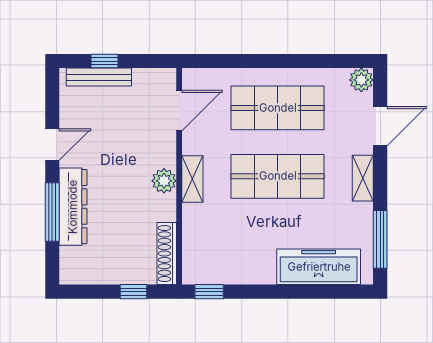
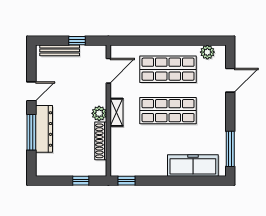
window: (104, 61) -> (77, 41), moved
plant: (361, 80) -> (207, 52), moved
shelving: (363, 178) -> (220, 112), removed
shoe rack: (167, 254) -> (101, 141), moved

